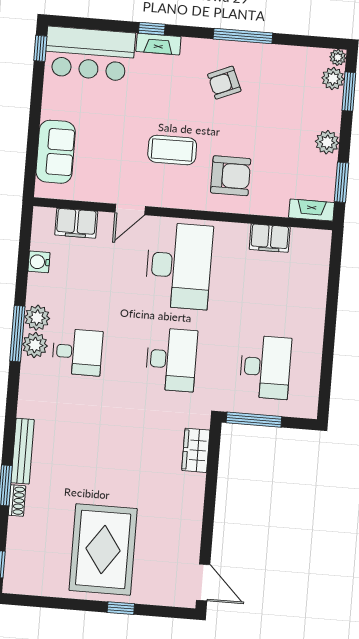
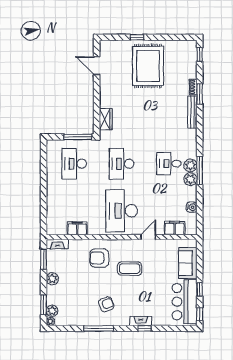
bar counter: (90, 54) -> (185, 302), moved, turned -90
window: (36, 97) -> (200, 289), added
door: (203, 582) -> (97, 66), moved

